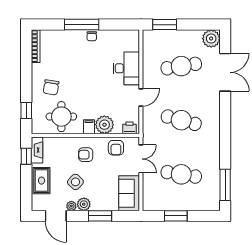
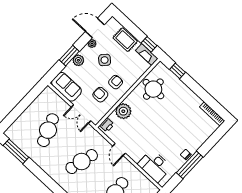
window: (82, 25) -> (190, 165), moved
desk: (126, 68) -> (155, 166), moved
chair: (51, 87) -> (178, 100), removed
filing cabinet: (89, 127) -> (131, 100), removed
armchair: (116, 148) -> (100, 95), moved
cafe table: (181, 174) -> (48, 130), turned -30
plant: (84, 204) -> (78, 60), moved
window: (176, 216) -> (25, 103), removed

